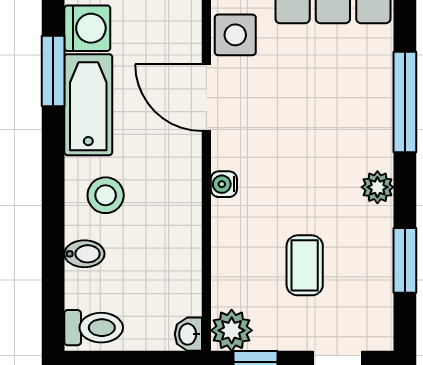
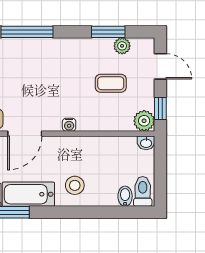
plant: (377, 187) -> (122, 46), moved
bidet: (84, 254) -> (125, 196), moved

